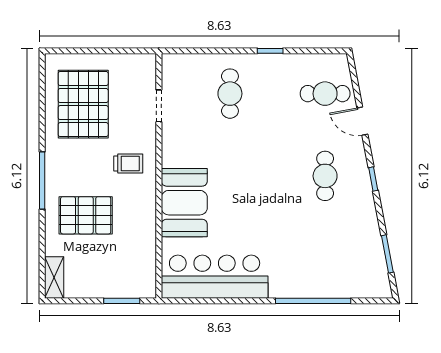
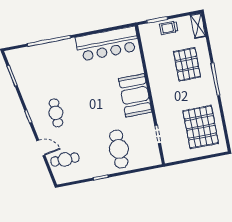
cafe table: (230, 94) -> (119, 149), width x1.37, depth x1.35
trolley: (128, 164) -> (169, 28), moved
booth: (184, 203) -> (135, 95), moved
pallet: (86, 215) -> (187, 64), turned 90

